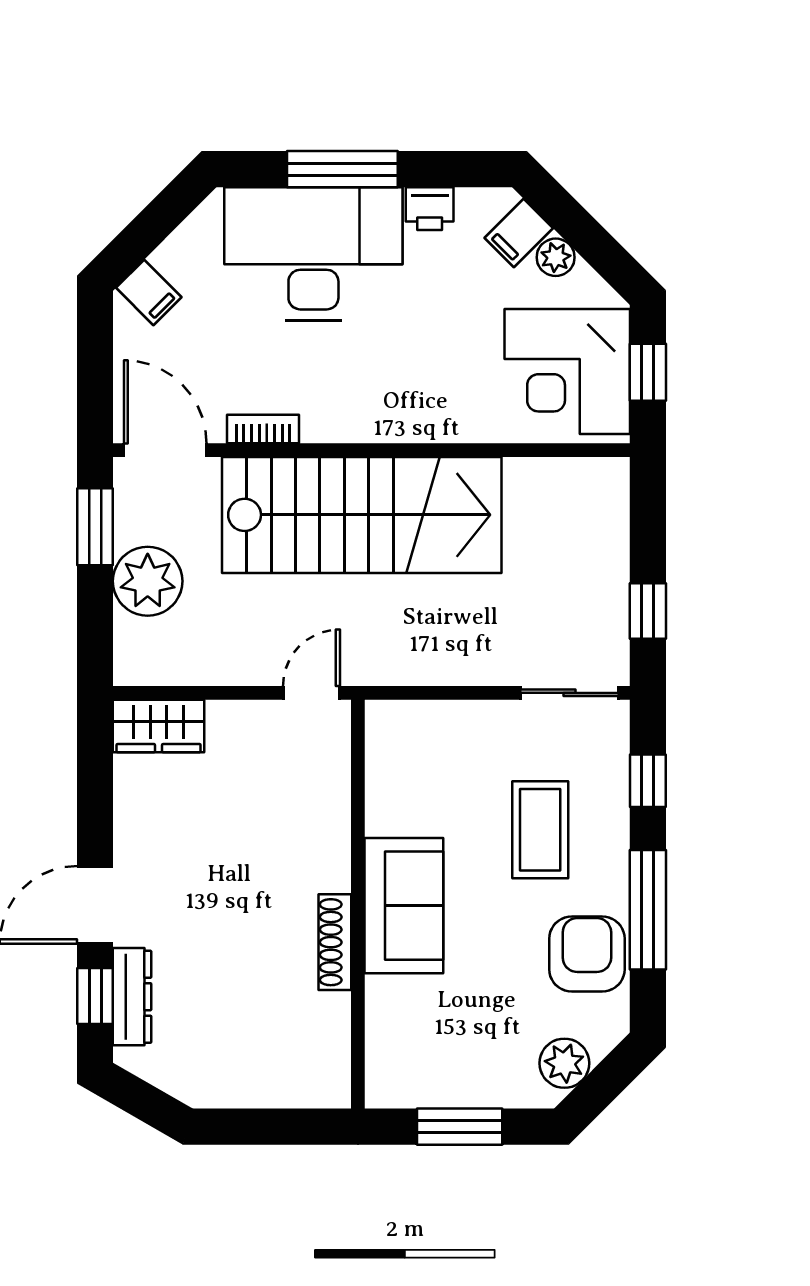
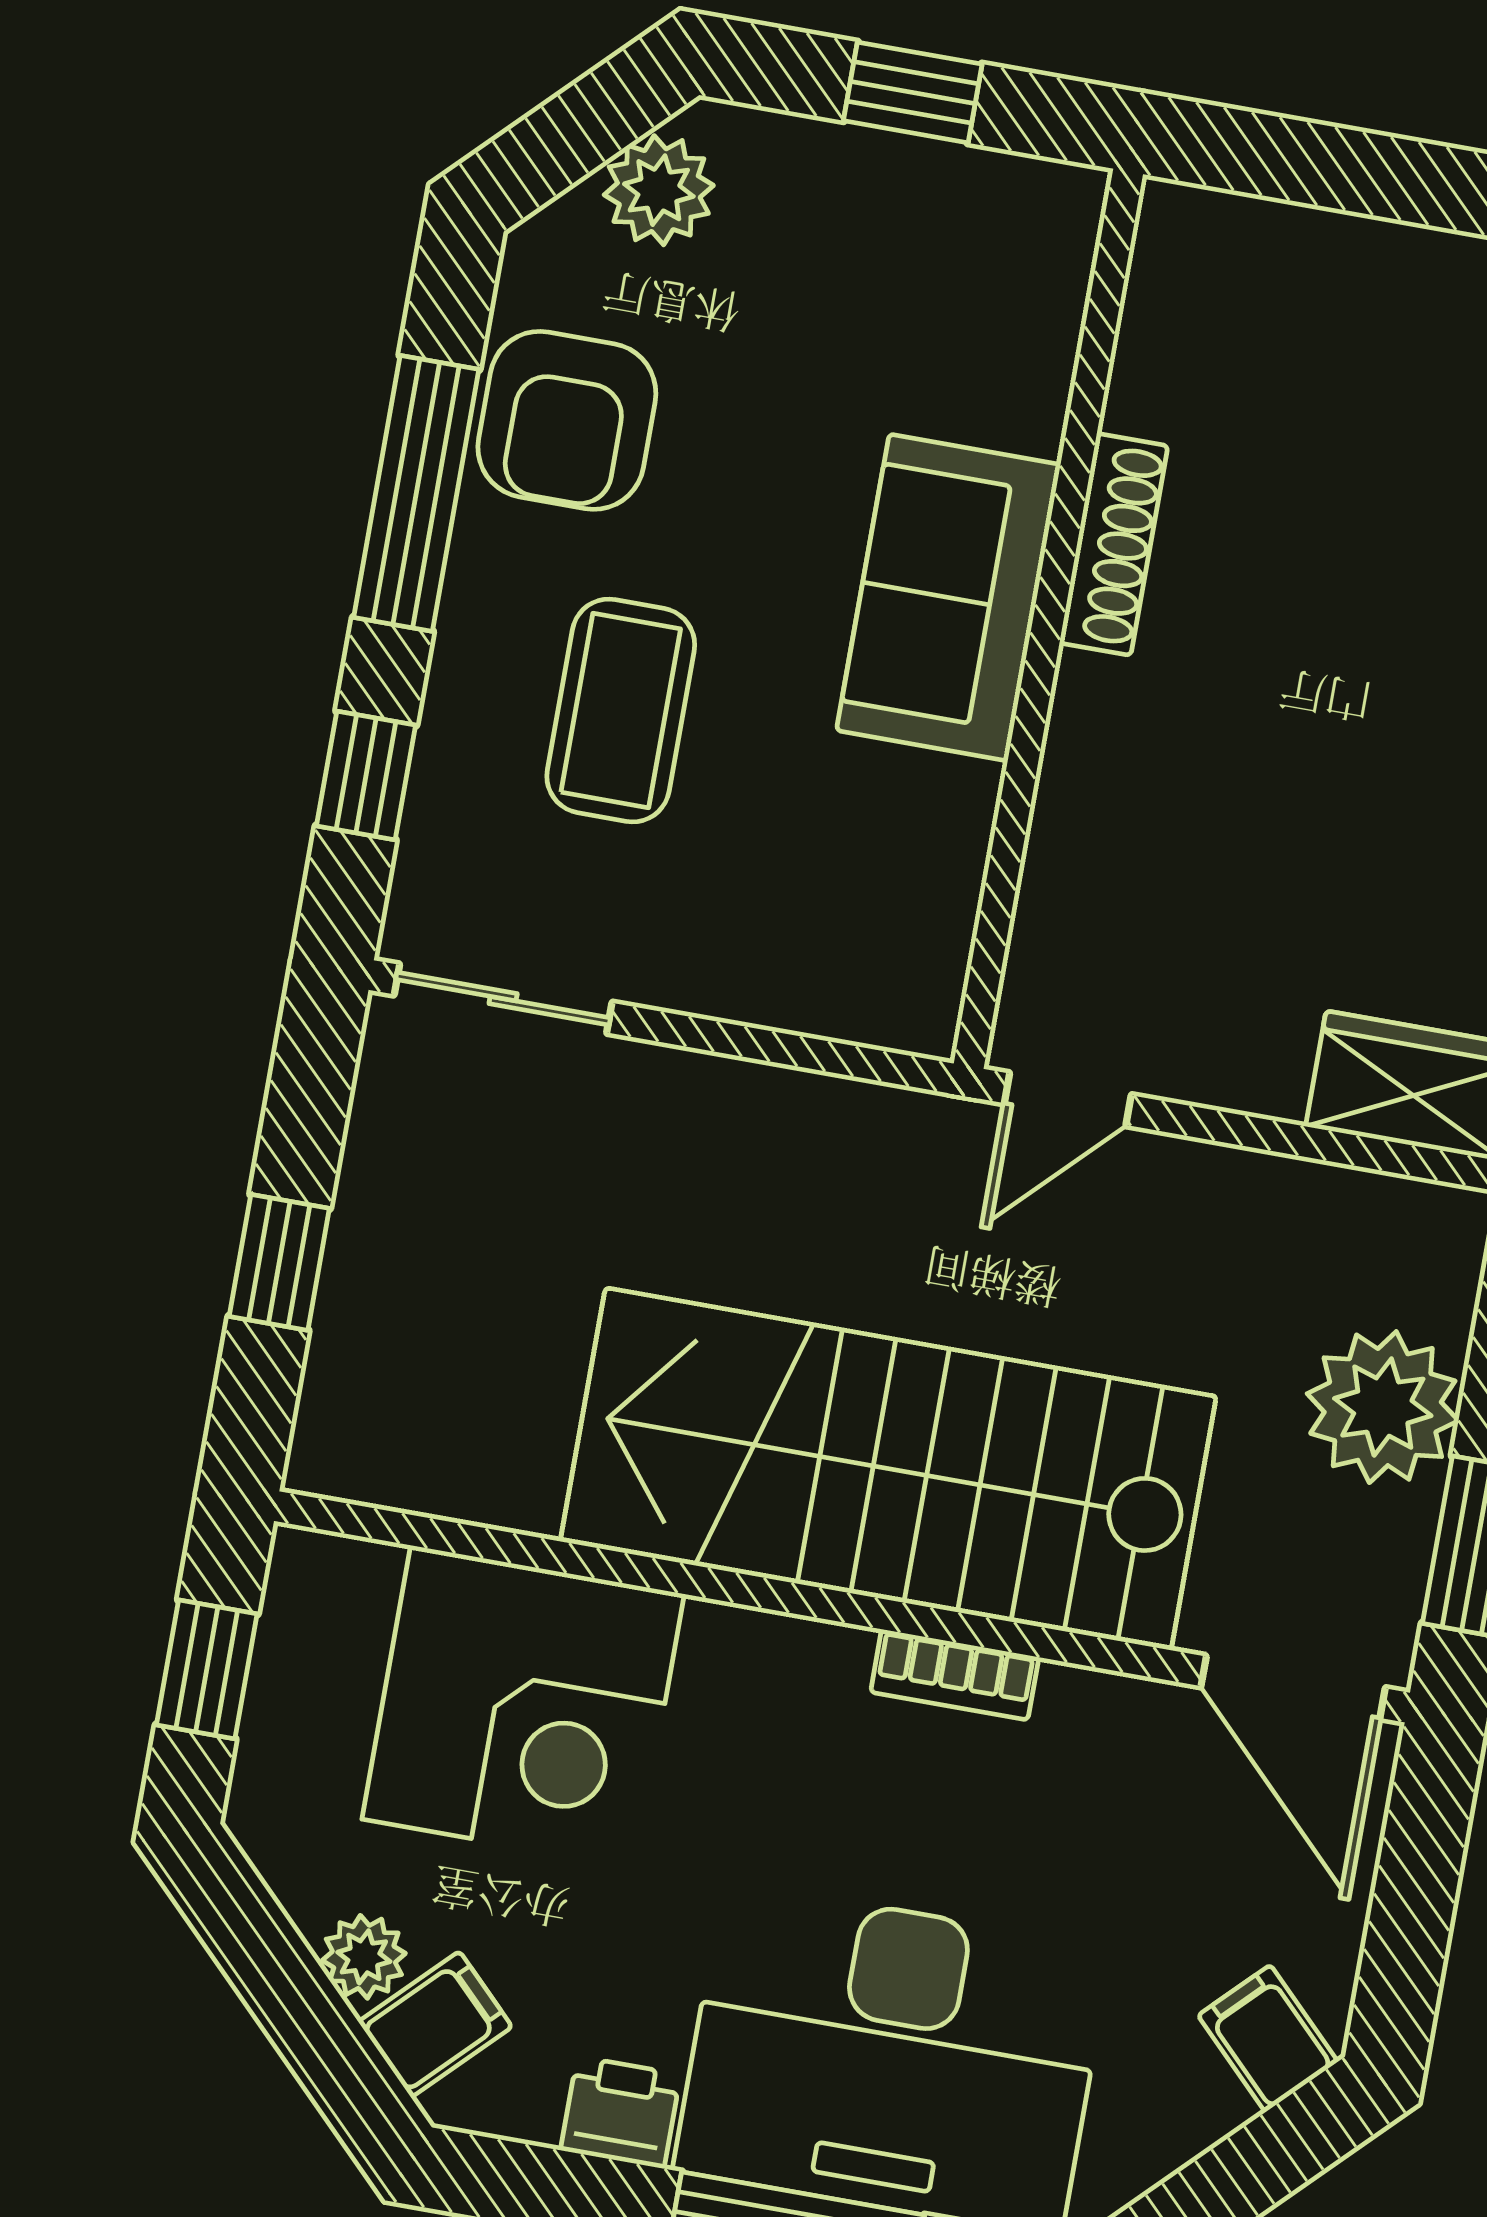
corner desk: (567, 372) -> (523, 1707), moved, turned 90
bookcase: (263, 429) -> (955, 1675), moved
window: (648, 611) -> (279, 1262), moved
window: (460, 1127) -> (913, 92), width x0.67

